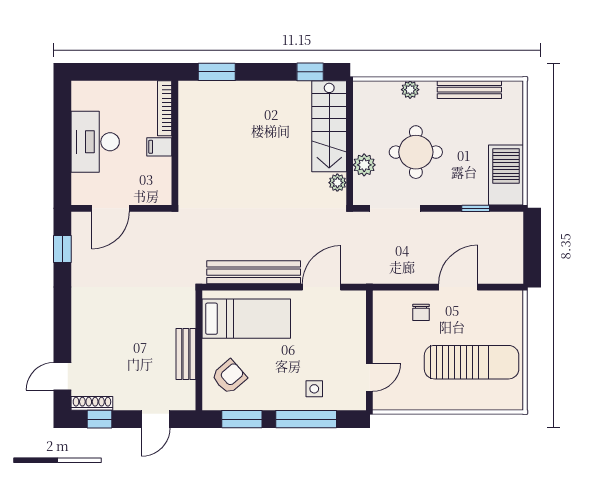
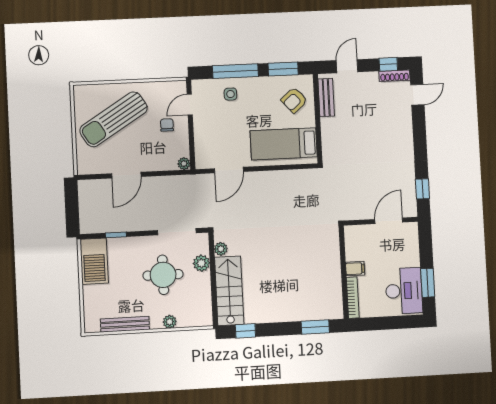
window: (62, 123) -> (428, 283), added
desk: (95, 142) -> (404, 291), moved
bench: (254, 272) -> (280, 179), removed
plant: (381, 299) -> (184, 164), added
chair: (421, 312) -> (167, 125), moved
bench: (186, 354) -> (326, 97), moved
sun lounger: (472, 362) -> (114, 119), turned -32

